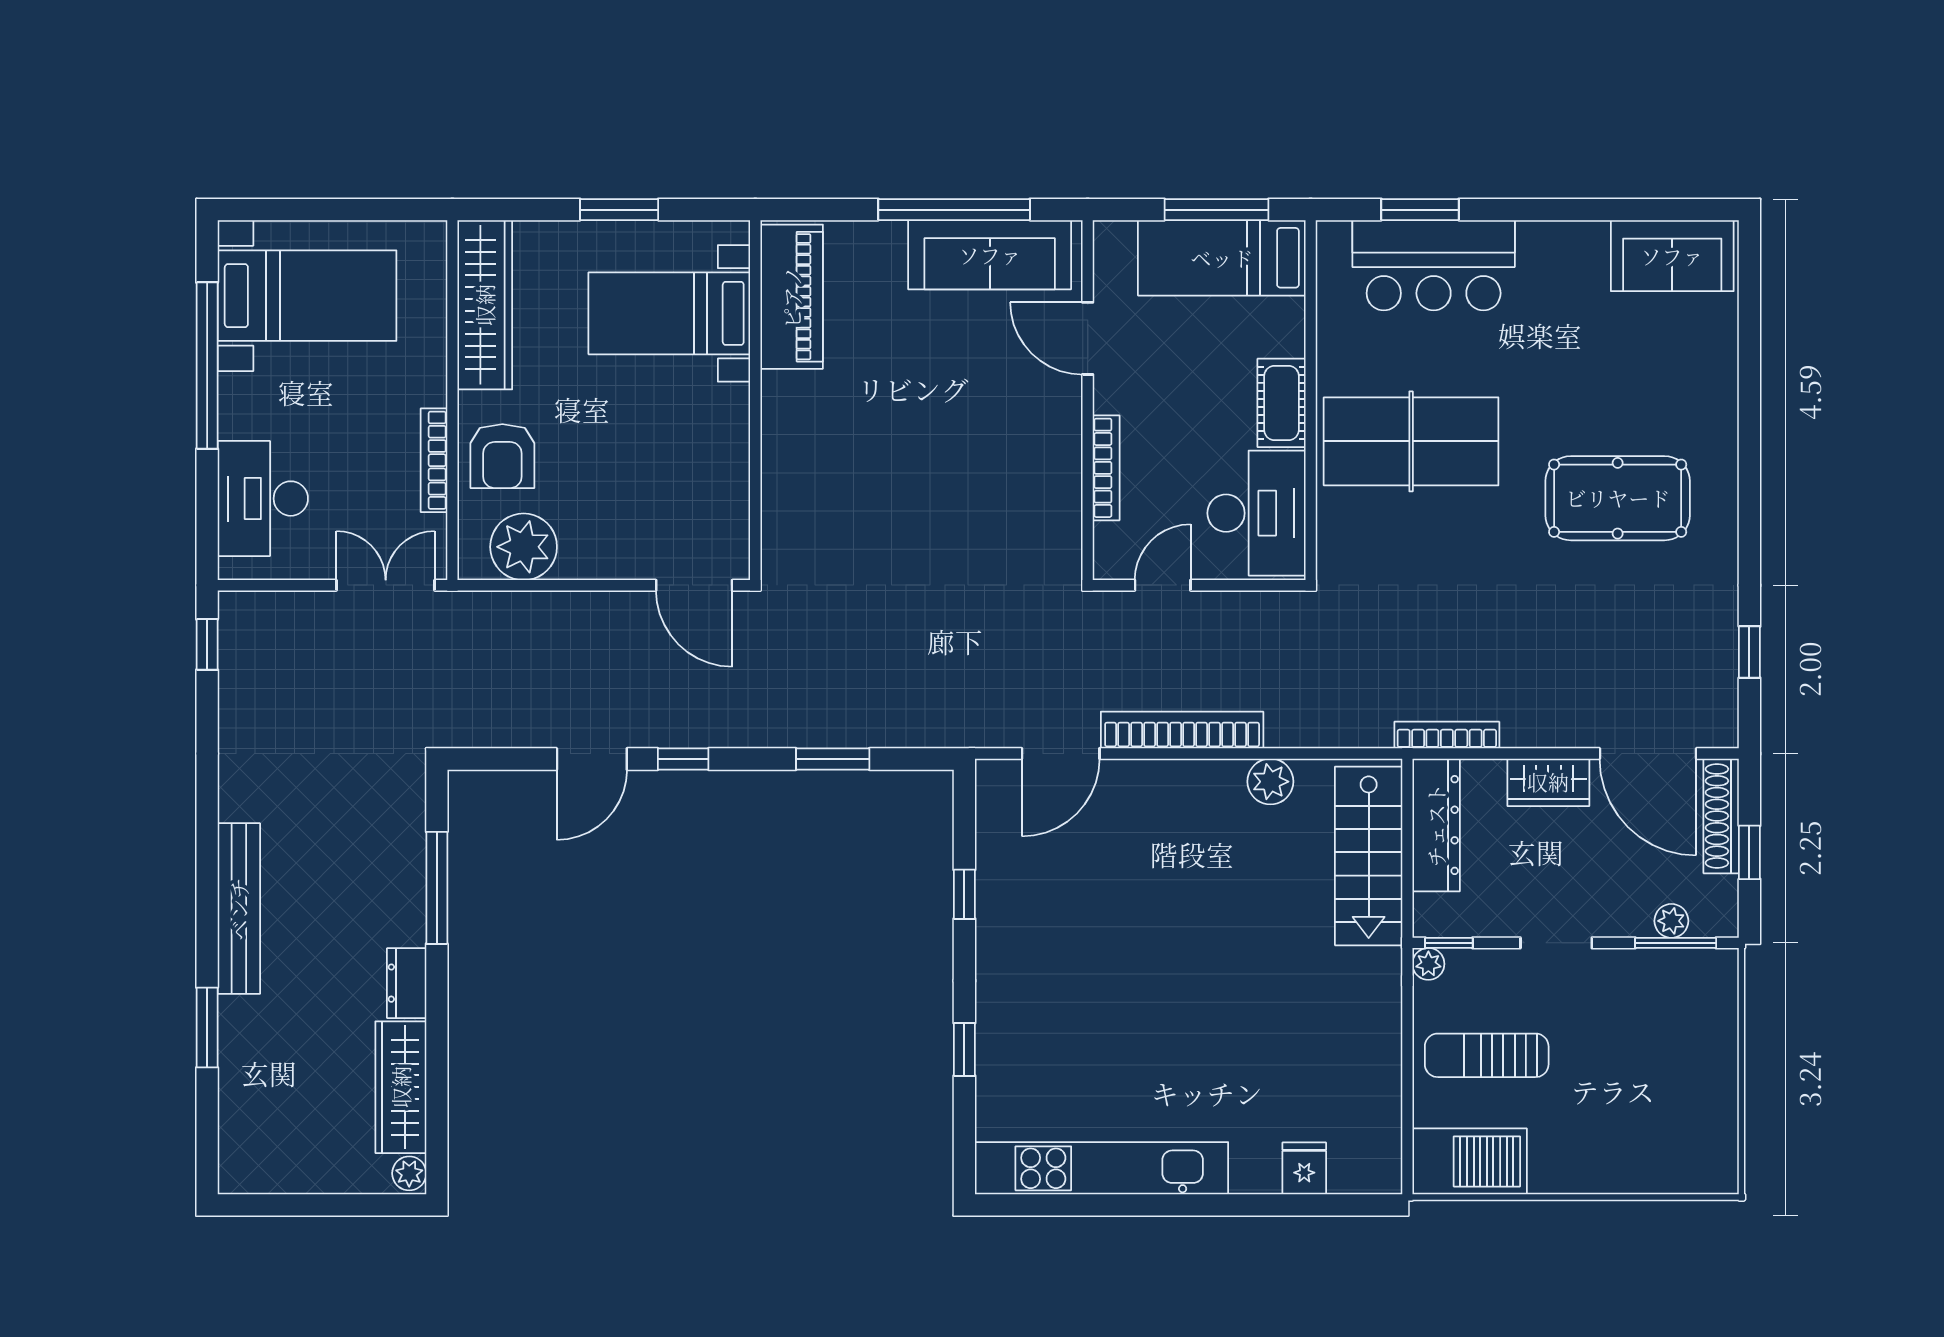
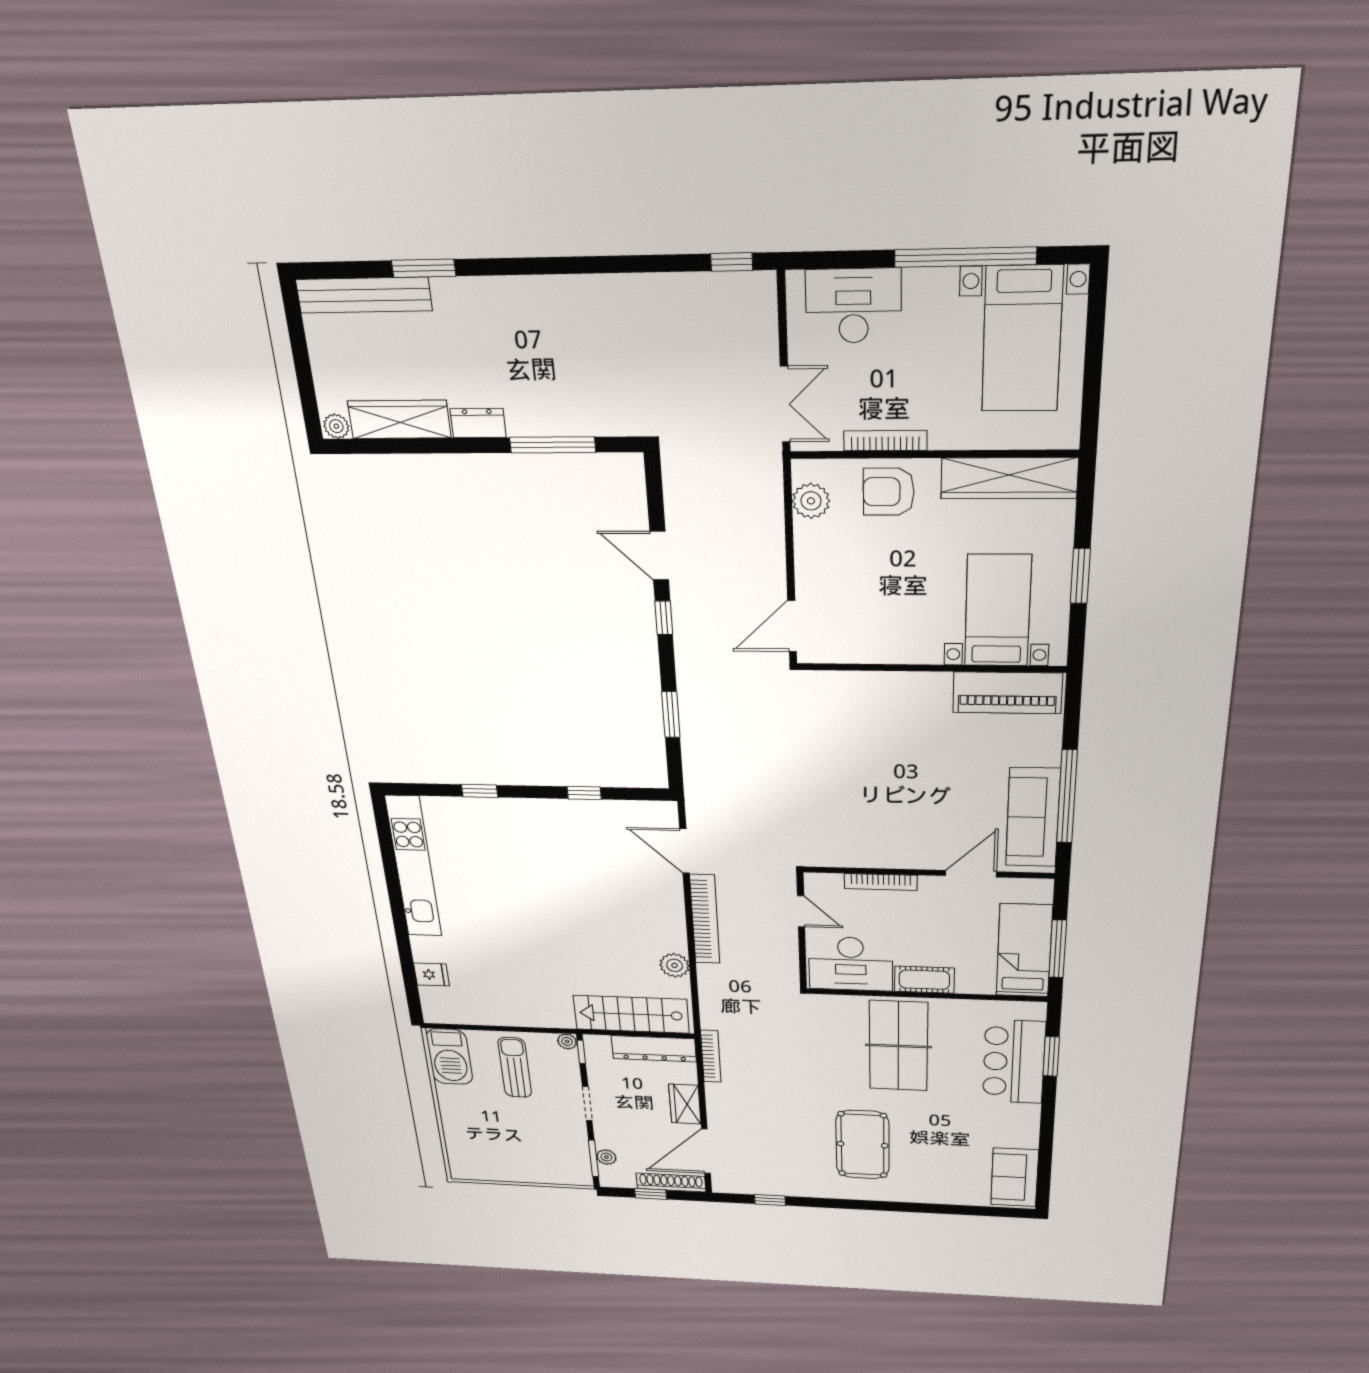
plant: (524, 547) -> (811, 501), width x0.73, depth x0.73
bench: (239, 909) -> (364, 295), moved

